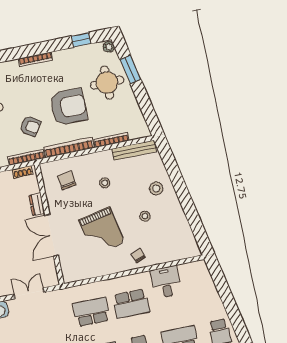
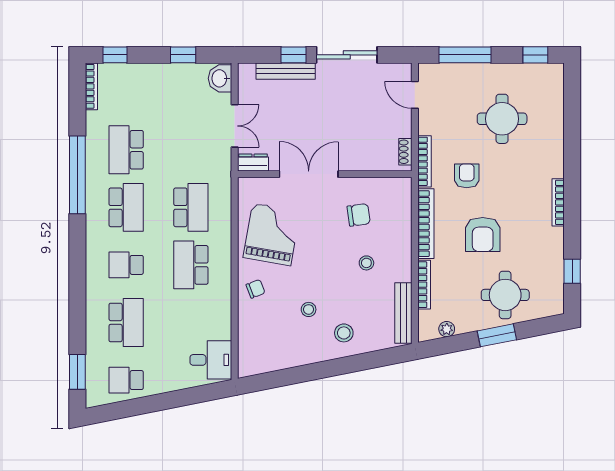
plant: (109, 47) -> (447, 329), moved
window: (130, 69) -> (497, 335), moved
armchair: (68, 107) -> (483, 235), width x0.73, depth x0.73
armchair: (30, 126) -> (467, 176), turned 146
chair: (67, 180) -> (359, 215), moved
dresser: (37, 204) -> (253, 162), moved
grand piano: (102, 231) -> (272, 234), moved, turned 112
desk: (166, 282) -> (211, 360), moved

